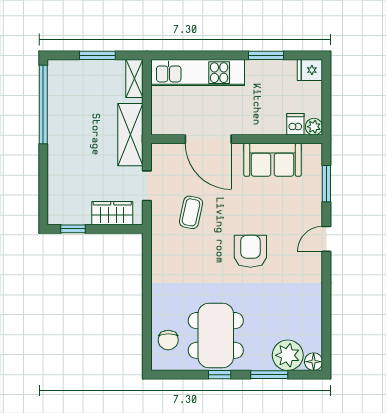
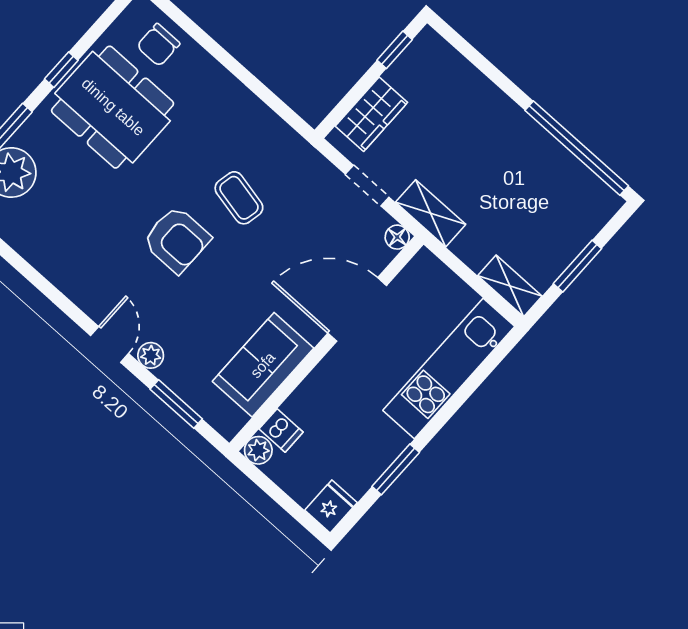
shelving: (130, 135) -> (431, 213), width x0.67, depth x0.75
floor lamp: (158, 151) -> (397, 237), added
coffee table: (191, 212) -> (239, 198), moved
plant: (315, 215) -> (151, 355), added
chair: (168, 340) -> (158, 45), turned -90

